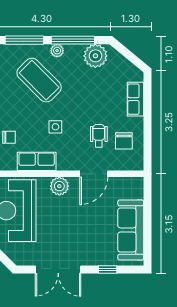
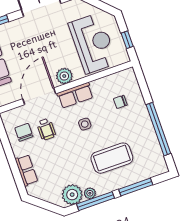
plant: (57, 51) -> (90, 193), moved
coffee table: (39, 80) -> (112, 158), turned -45
row of seats: (37, 161) -> (75, 95), moved
door: (94, 174) -> (39, 96), width x1.36

